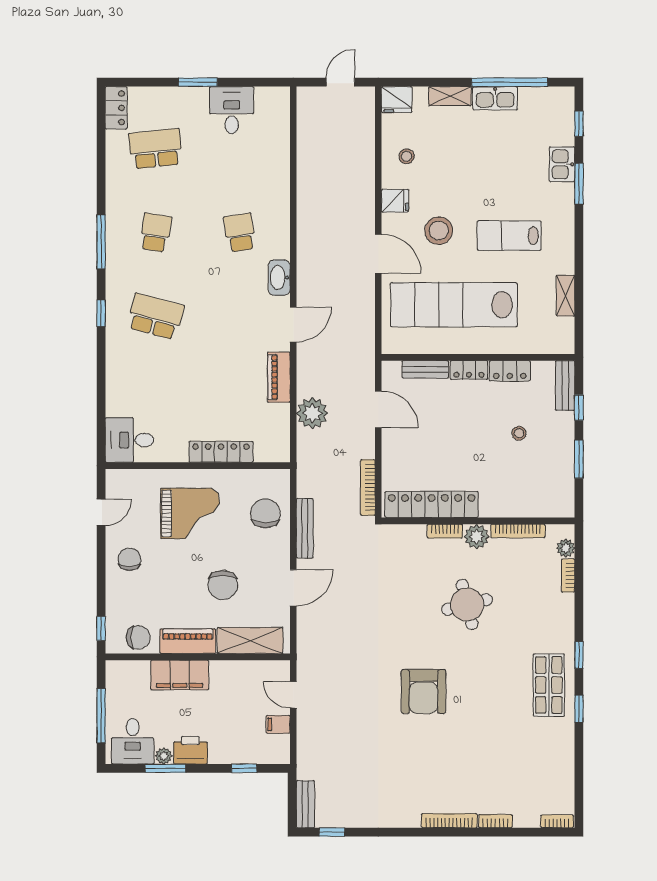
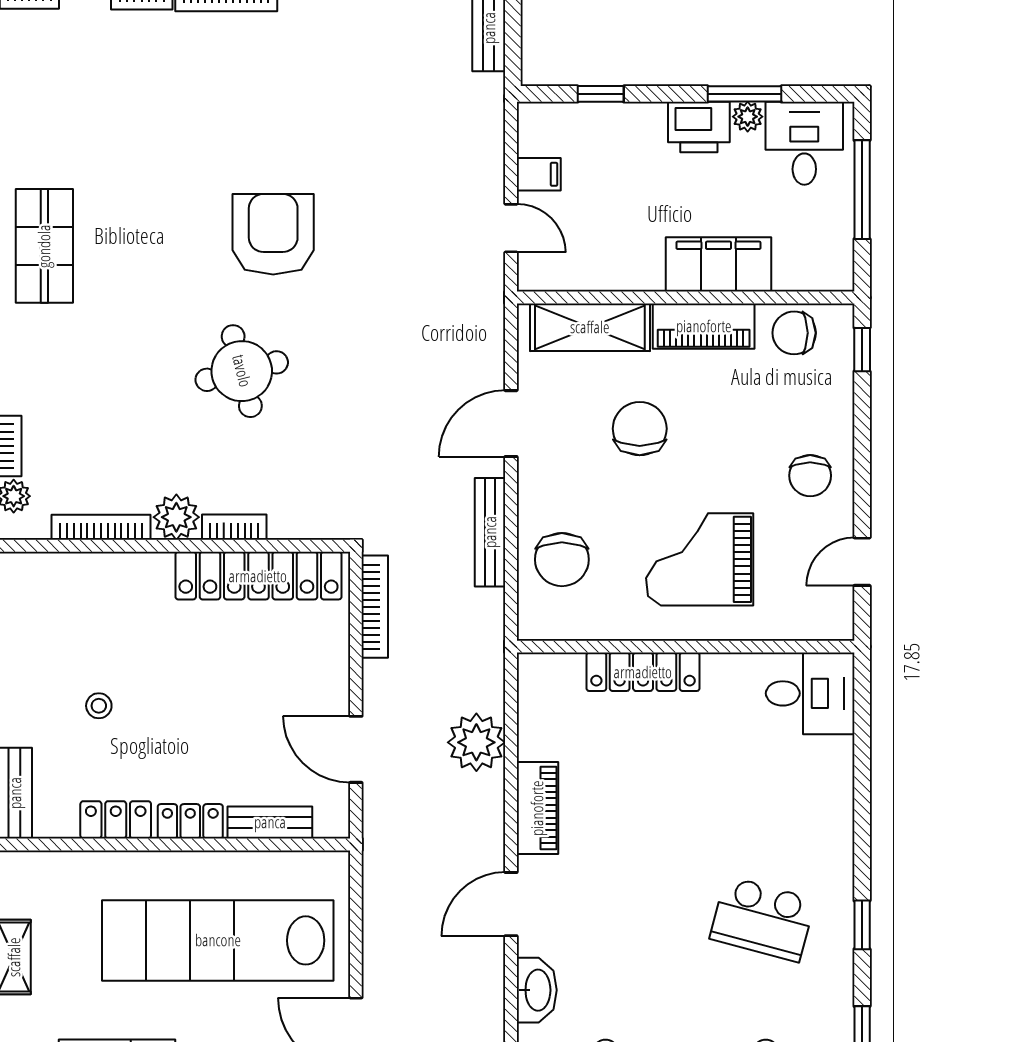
lab bench: (454, 305) -> (218, 940), turned 180
round table: (467, 604) -> (242, 371), moved

